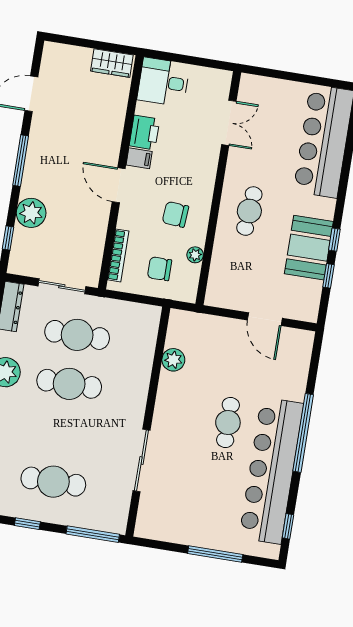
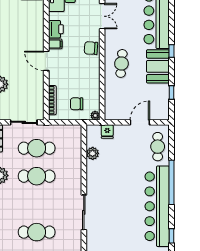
chair: (175, 214) -> (91, 48), moved
window: (334, 240) -> (172, 51), moved
booth: (309, 248) -> (158, 66), moved
plant: (195, 255) -> (95, 116), moved
door: (265, 319) -> (140, 122), swing flipped
fridge: (205, 326) -> (107, 132), added
cafe table: (228, 423) -> (158, 147), moved

